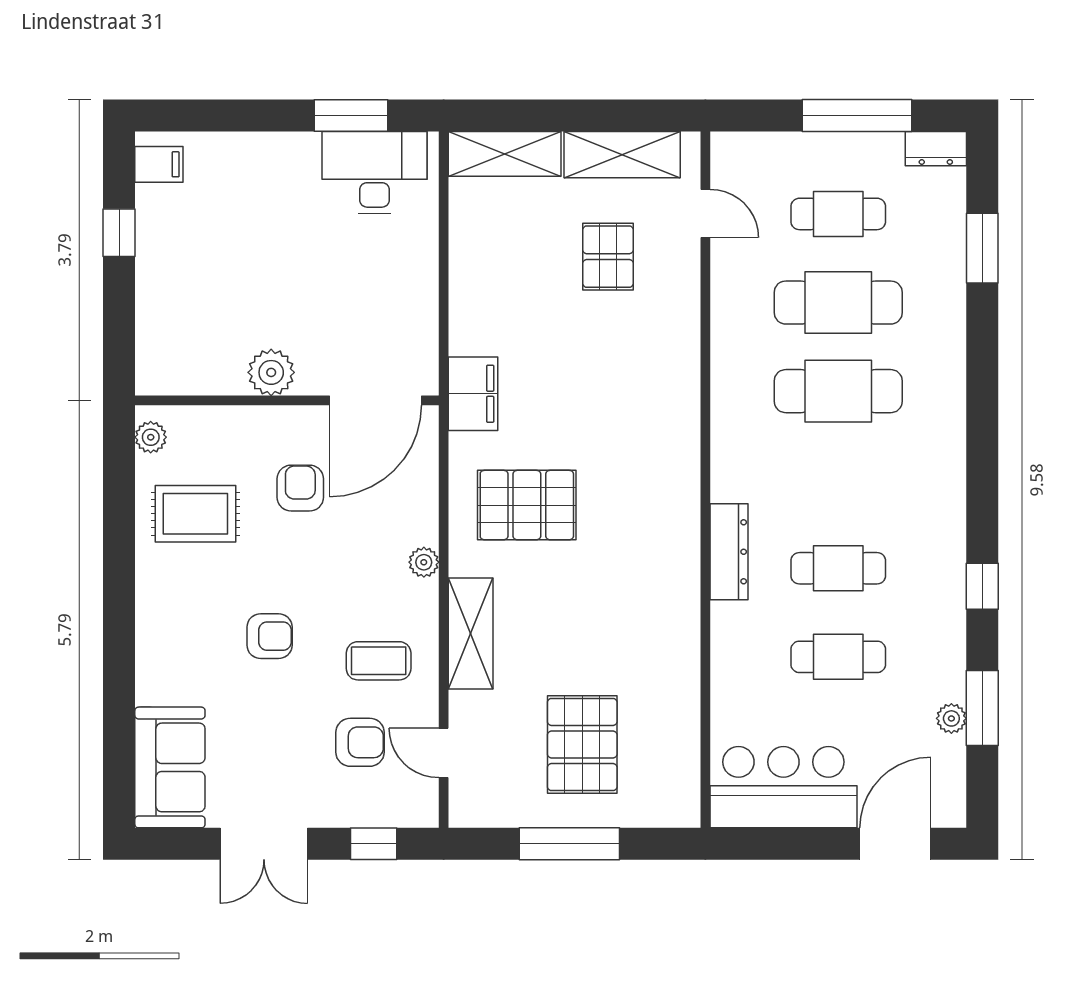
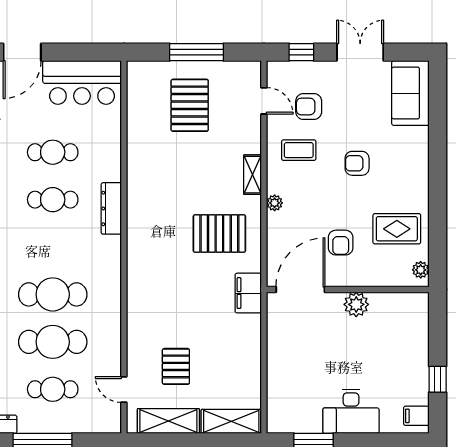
desk: (374, 173) -> (351, 411), moved
shelving: (471, 634) -> (252, 175), width x0.67, depth x0.75

